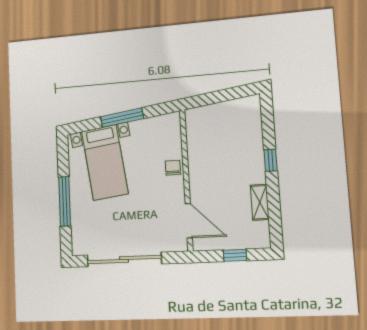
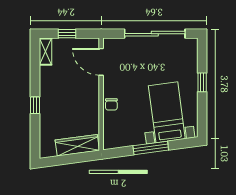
wardrobe: (213, 114) -> (77, 145), added
window: (65, 201) -> (202, 82), width x0.46
shelving: (260, 202) -> (45, 52), moved

